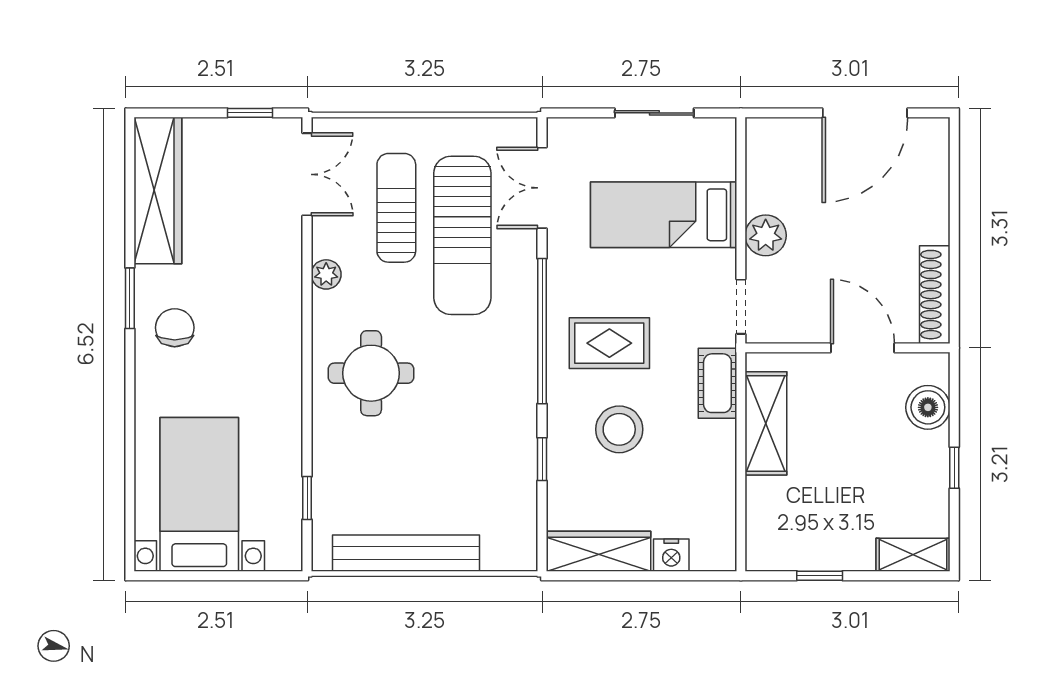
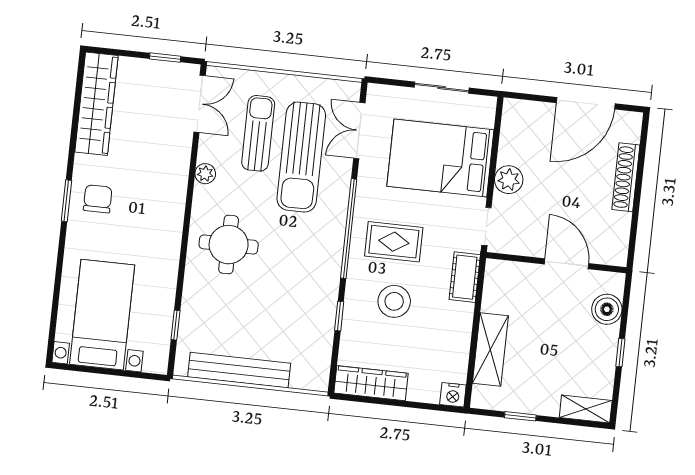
bed: (664, 215) -> (440, 158), width x1.50
shoe rack: (935, 295) -> (626, 177), moved
window: (130, 298) -> (66, 201), moved
shelving: (766, 423) -> (490, 350), moved
nightstand: (671, 555) -> (453, 395), moved

